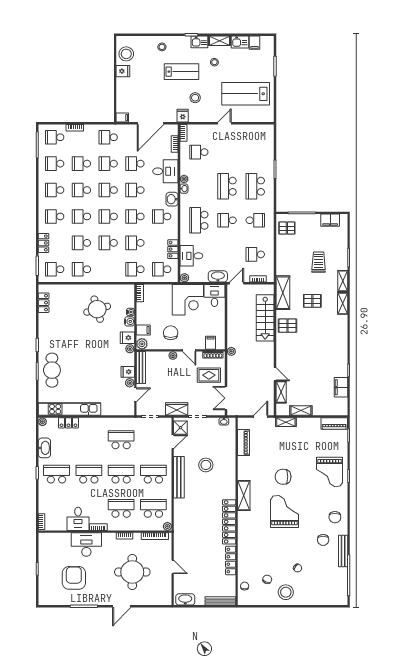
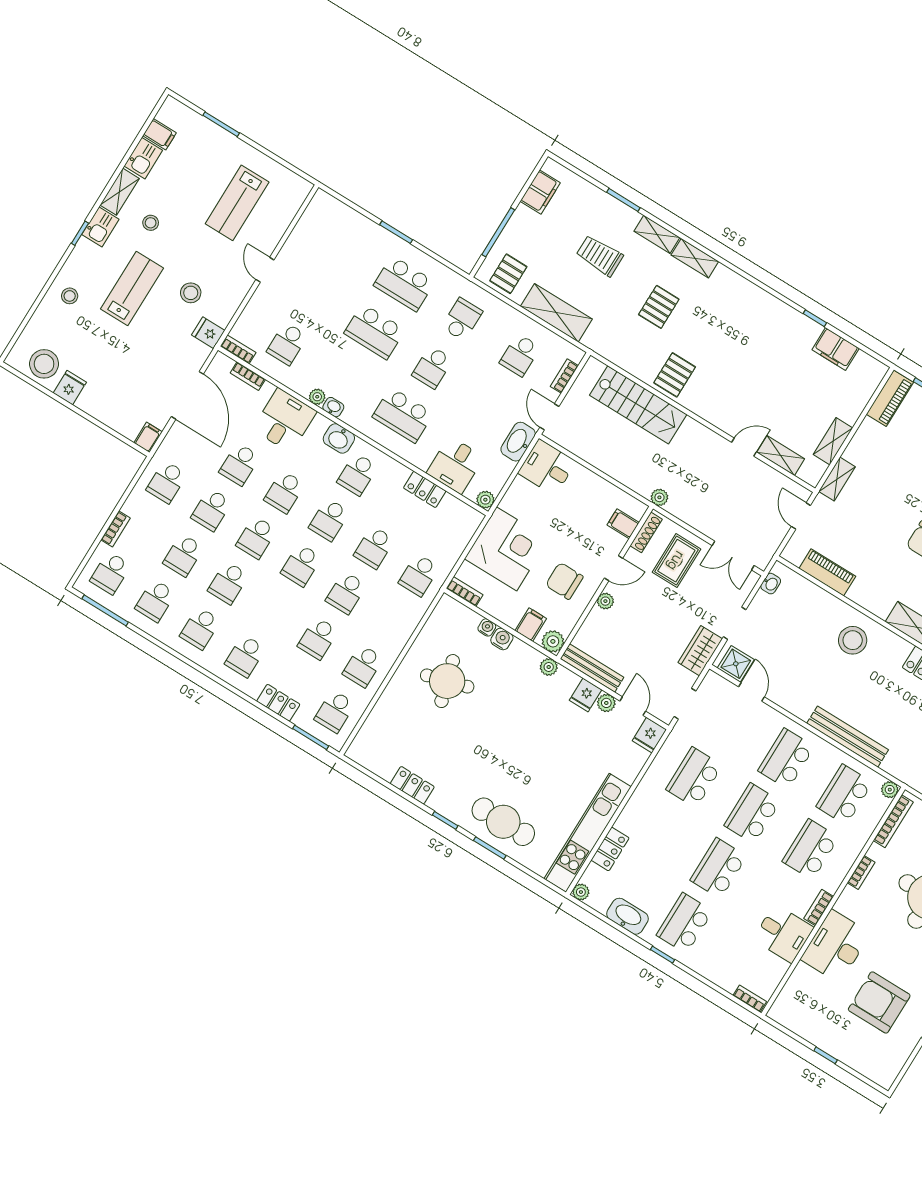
lab bench: (246, 94) -> (237, 203), width x0.73, depth x0.72
school desk: (81, 216) -> (273, 611), removed
school desk: (162, 269) -> (447, 530), removed
shelving: (283, 293) -> (556, 313), moved
corner desk: (188, 300) -> (507, 549), moved
locker: (44, 303) -> (412, 785), moved
fridge: (127, 338) -> (649, 735), moved
stool: (206, 465) -> (853, 640), moved
bench: (179, 477) -> (848, 737), moved

